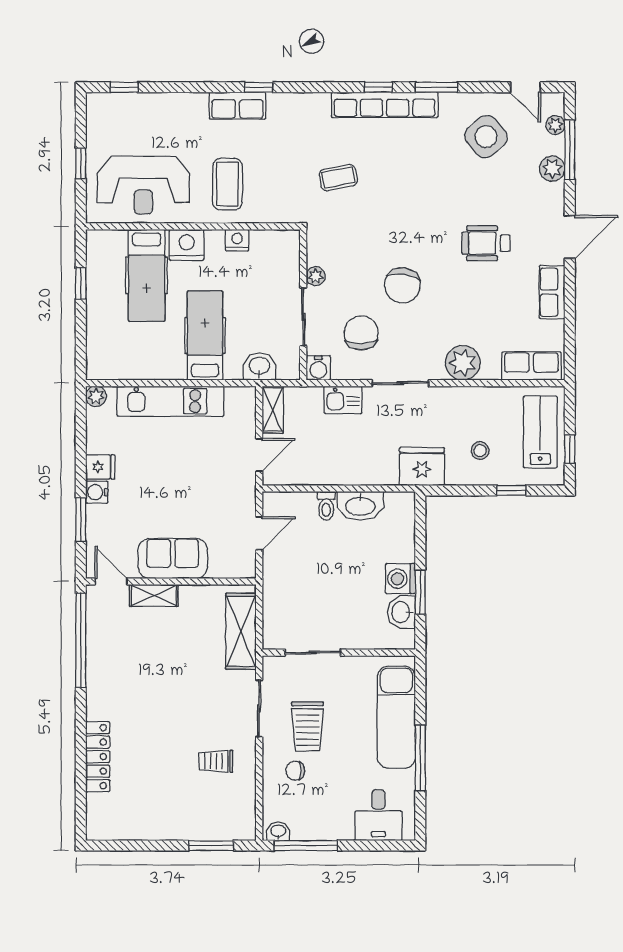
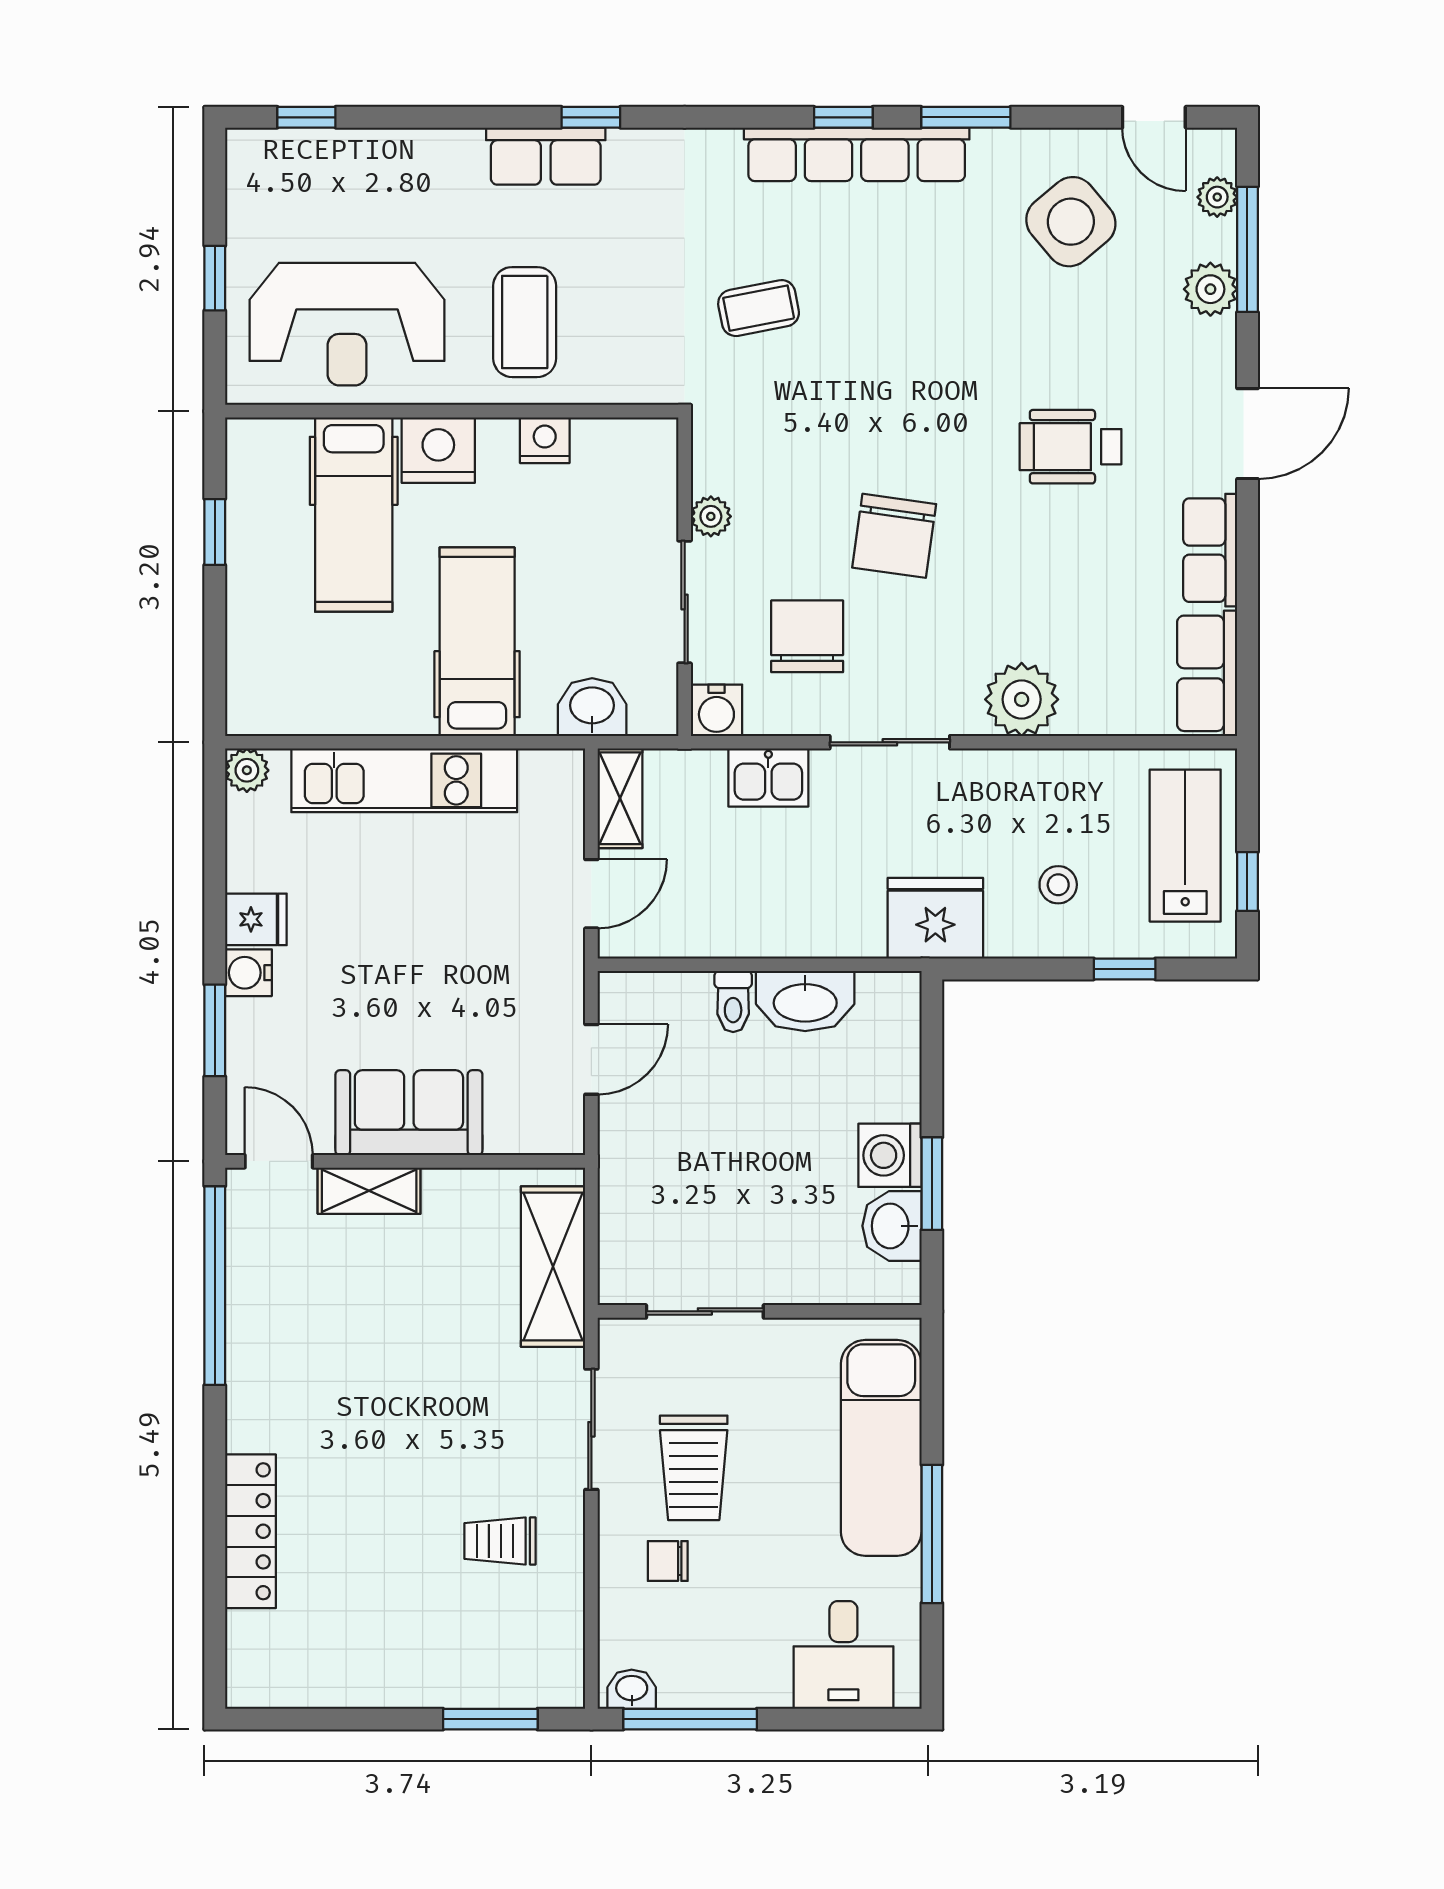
row of seats: (531, 366) -> (1207, 673), moved, turned -90

